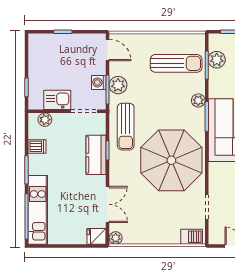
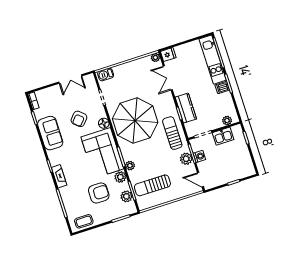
plant: (217, 89) -> (120, 177), added
dishwasher: (37, 146) -> (222, 87), moved
floor lamp: (216, 170) -> (104, 123), added

